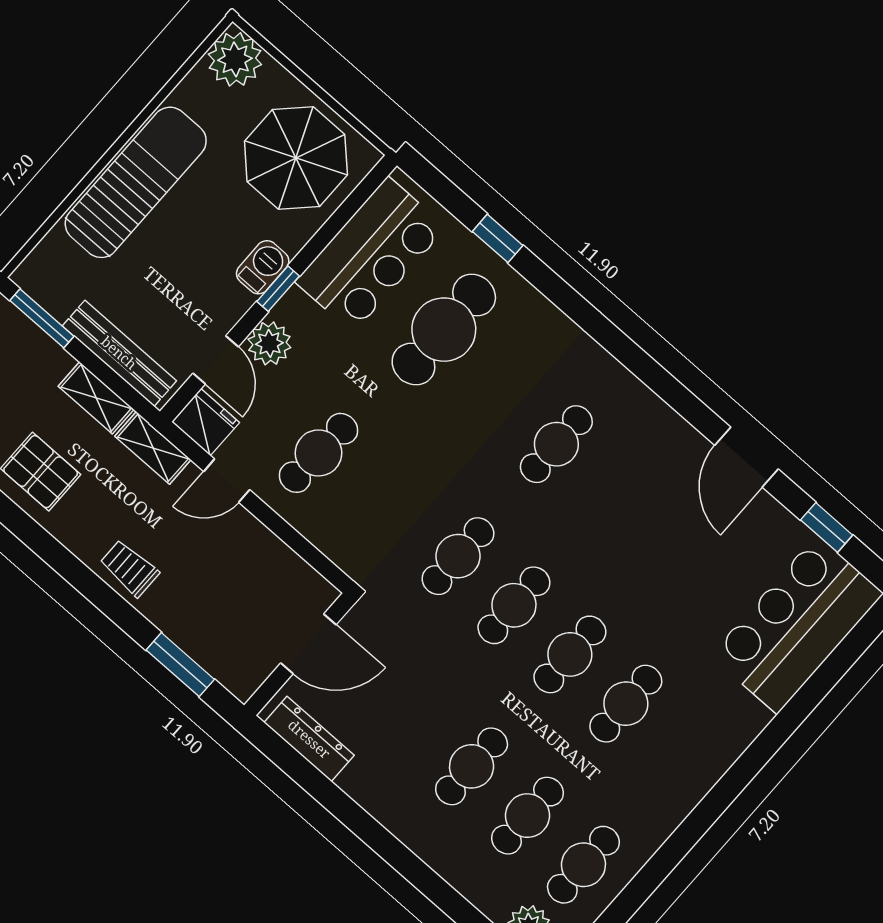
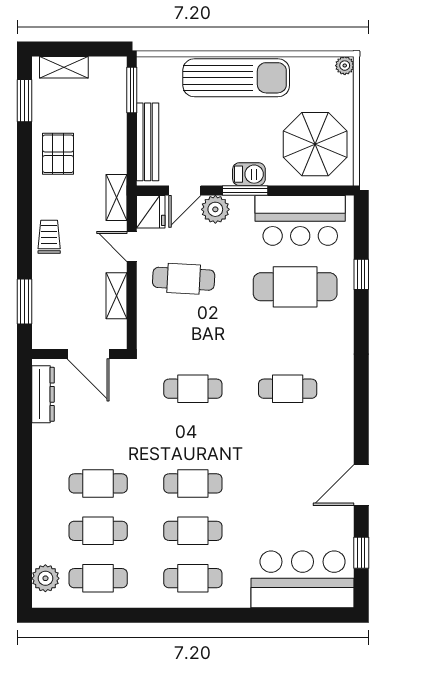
plant: (235, 59) -> (345, 66), width x0.53, depth x0.53
window: (278, 289) -> (245, 191), width x1.50
shelving: (96, 398) -> (117, 296), moved
cafe table: (514, 605) -> (193, 578), moved

